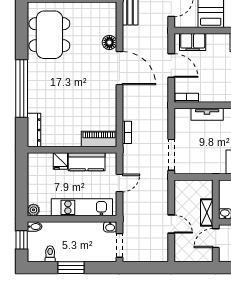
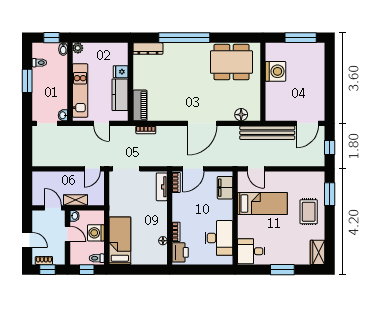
floor lamp: (109, 42) -> (241, 115), moved
door: (171, 66) -> (193, 169), moved
tv unit: (207, 114) -> (162, 187), moved
door: (171, 224) -> (92, 169), moved

